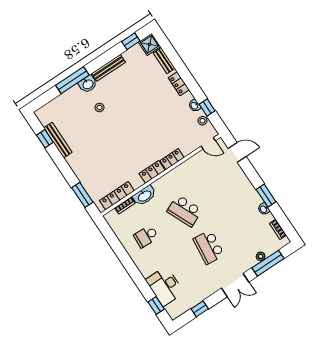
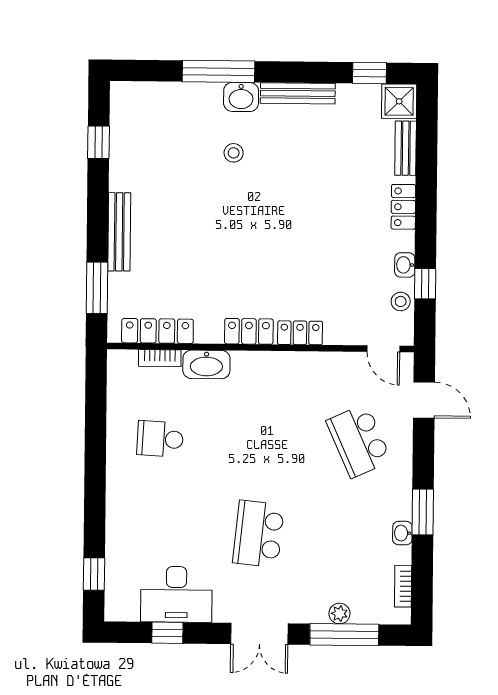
bench: (58, 140) -> (119, 232), moved
school desk: (185, 211) -> (359, 441), moved
desk: (165, 286) -> (176, 594), moved, turned -90

